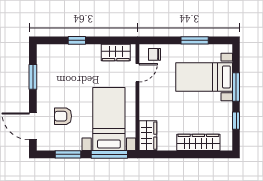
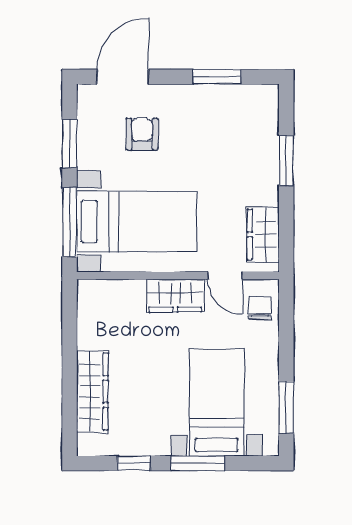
window: (77, 40) -> (286, 161), width x1.50
window: (195, 40) -> (286, 407), moved
wardrobe: (148, 136) -> (175, 296), moved

